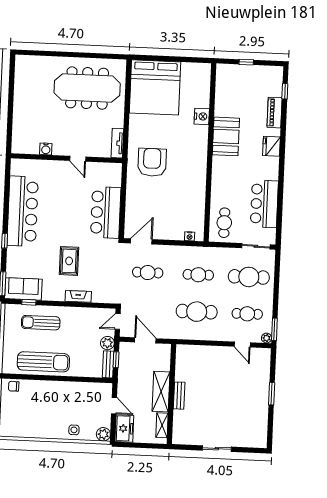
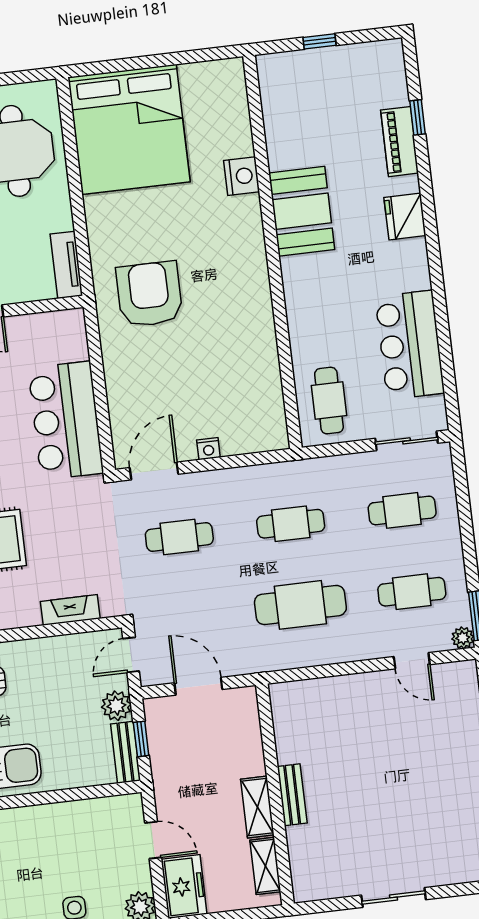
window: (285, 91) -> (418, 117), moved
nightstand: (190, 236) -> (208, 449), moved
cafe table: (249, 277) -> (402, 510), width x0.73, depth x0.74
fireplace: (78, 296) -> (70, 610), moved
shelving: (161, 392) -> (257, 807), width x0.67, depth x0.75

